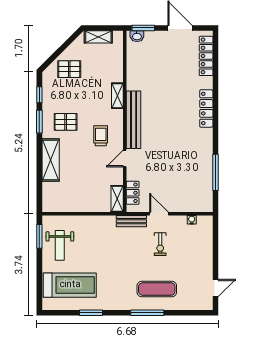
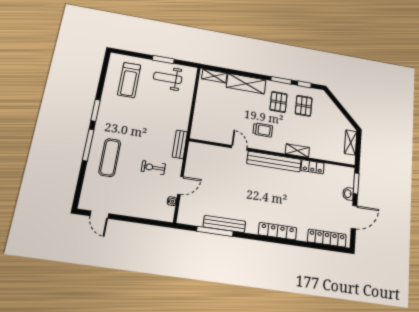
washbasin: (137, 36) -> (348, 194), moved
pallet: (69, 69) -> (304, 106), moved
bench: (207, 164) -> (224, 224), added
locker: (133, 193) -> (313, 167), moved
shelving: (117, 199) -> (214, 76), moved
door: (159, 214) -> (180, 185), moved
window: (39, 236) -> (163, 59), moved
treadmill: (70, 285) -> (129, 80), width x0.73, depth x0.73
window: (91, 313) -> (96, 110), moved

